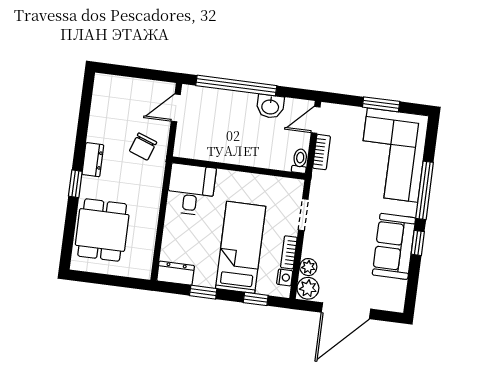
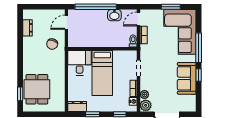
dresser: (93, 160) -> (27, 28), moved
window: (75, 184) -> (20, 94), moved
bed: (241, 247) -> (102, 73), moved, turned 180

